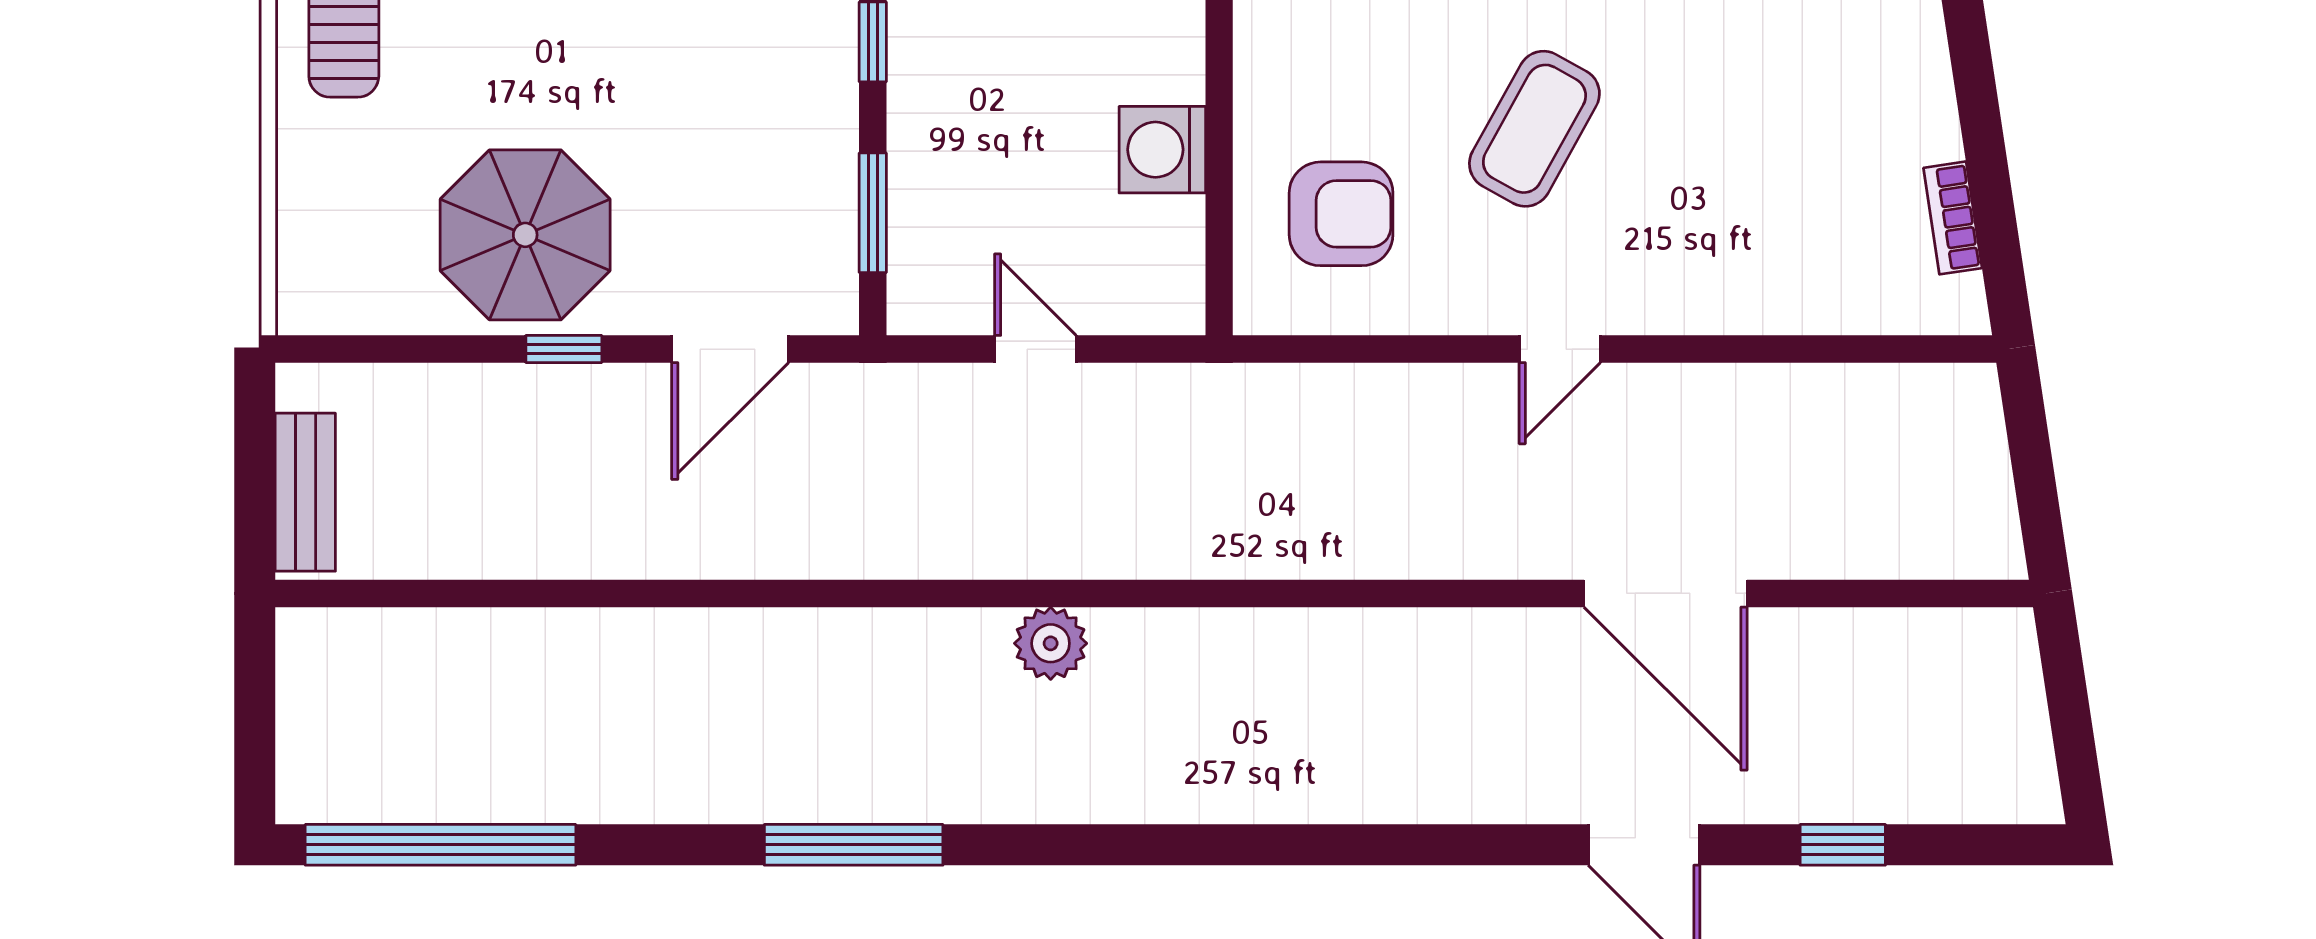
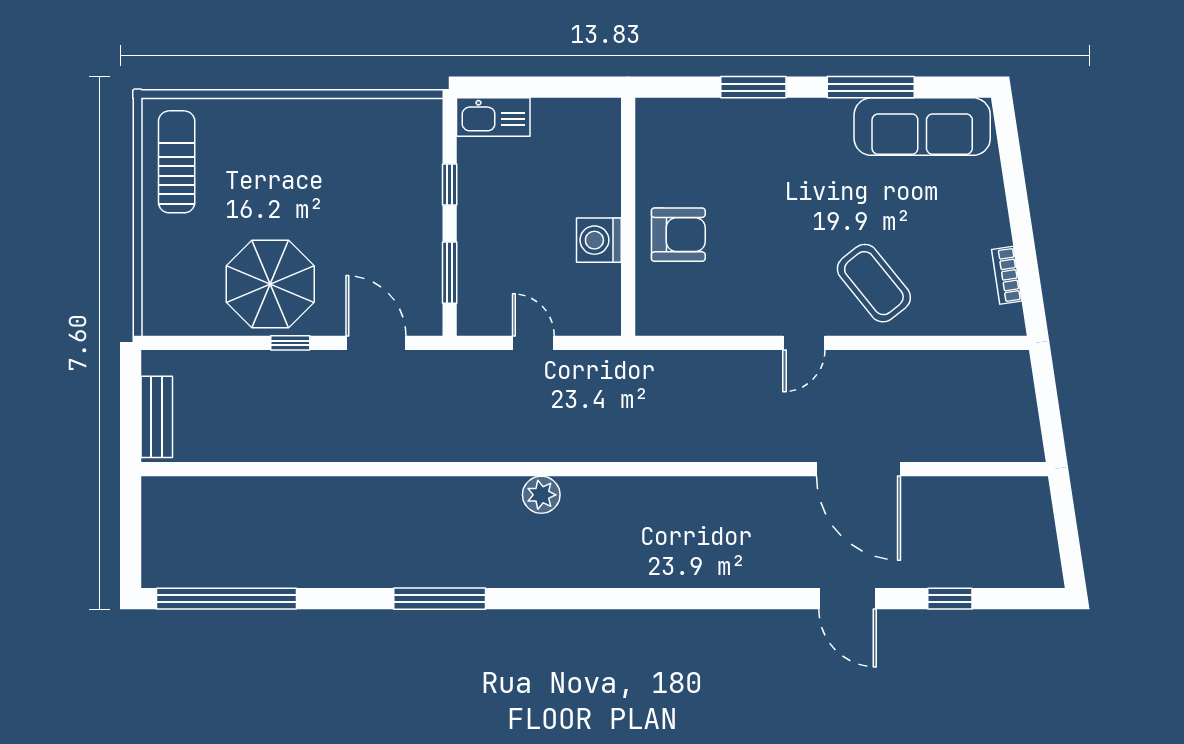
coffee table: (1534, 129) -> (874, 283), moved, turned -68
armchair: (1341, 214) -> (678, 235), moved
door: (730, 349) -> (376, 343), swing flipped

